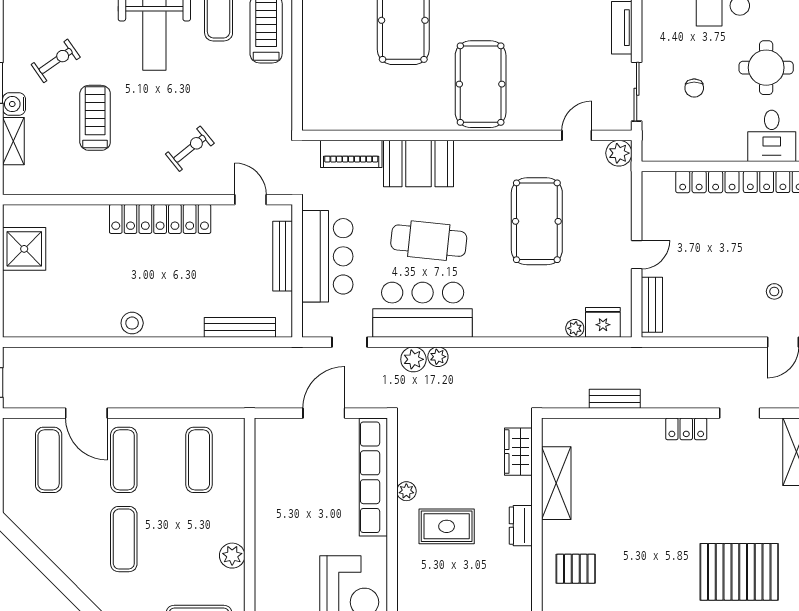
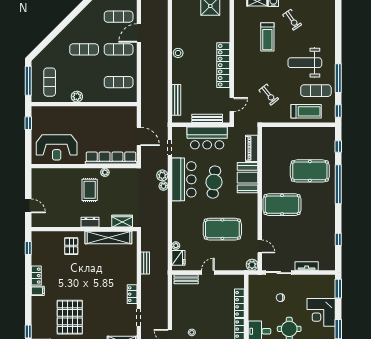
treadmill: (95, 118) -> (267, 37), turned 90
exercise bike: (190, 149) -> (269, 95), moved
door: (637, 255) -> (208, 273), swing flipped
shelving: (556, 483) -> (108, 238), width x1.47

